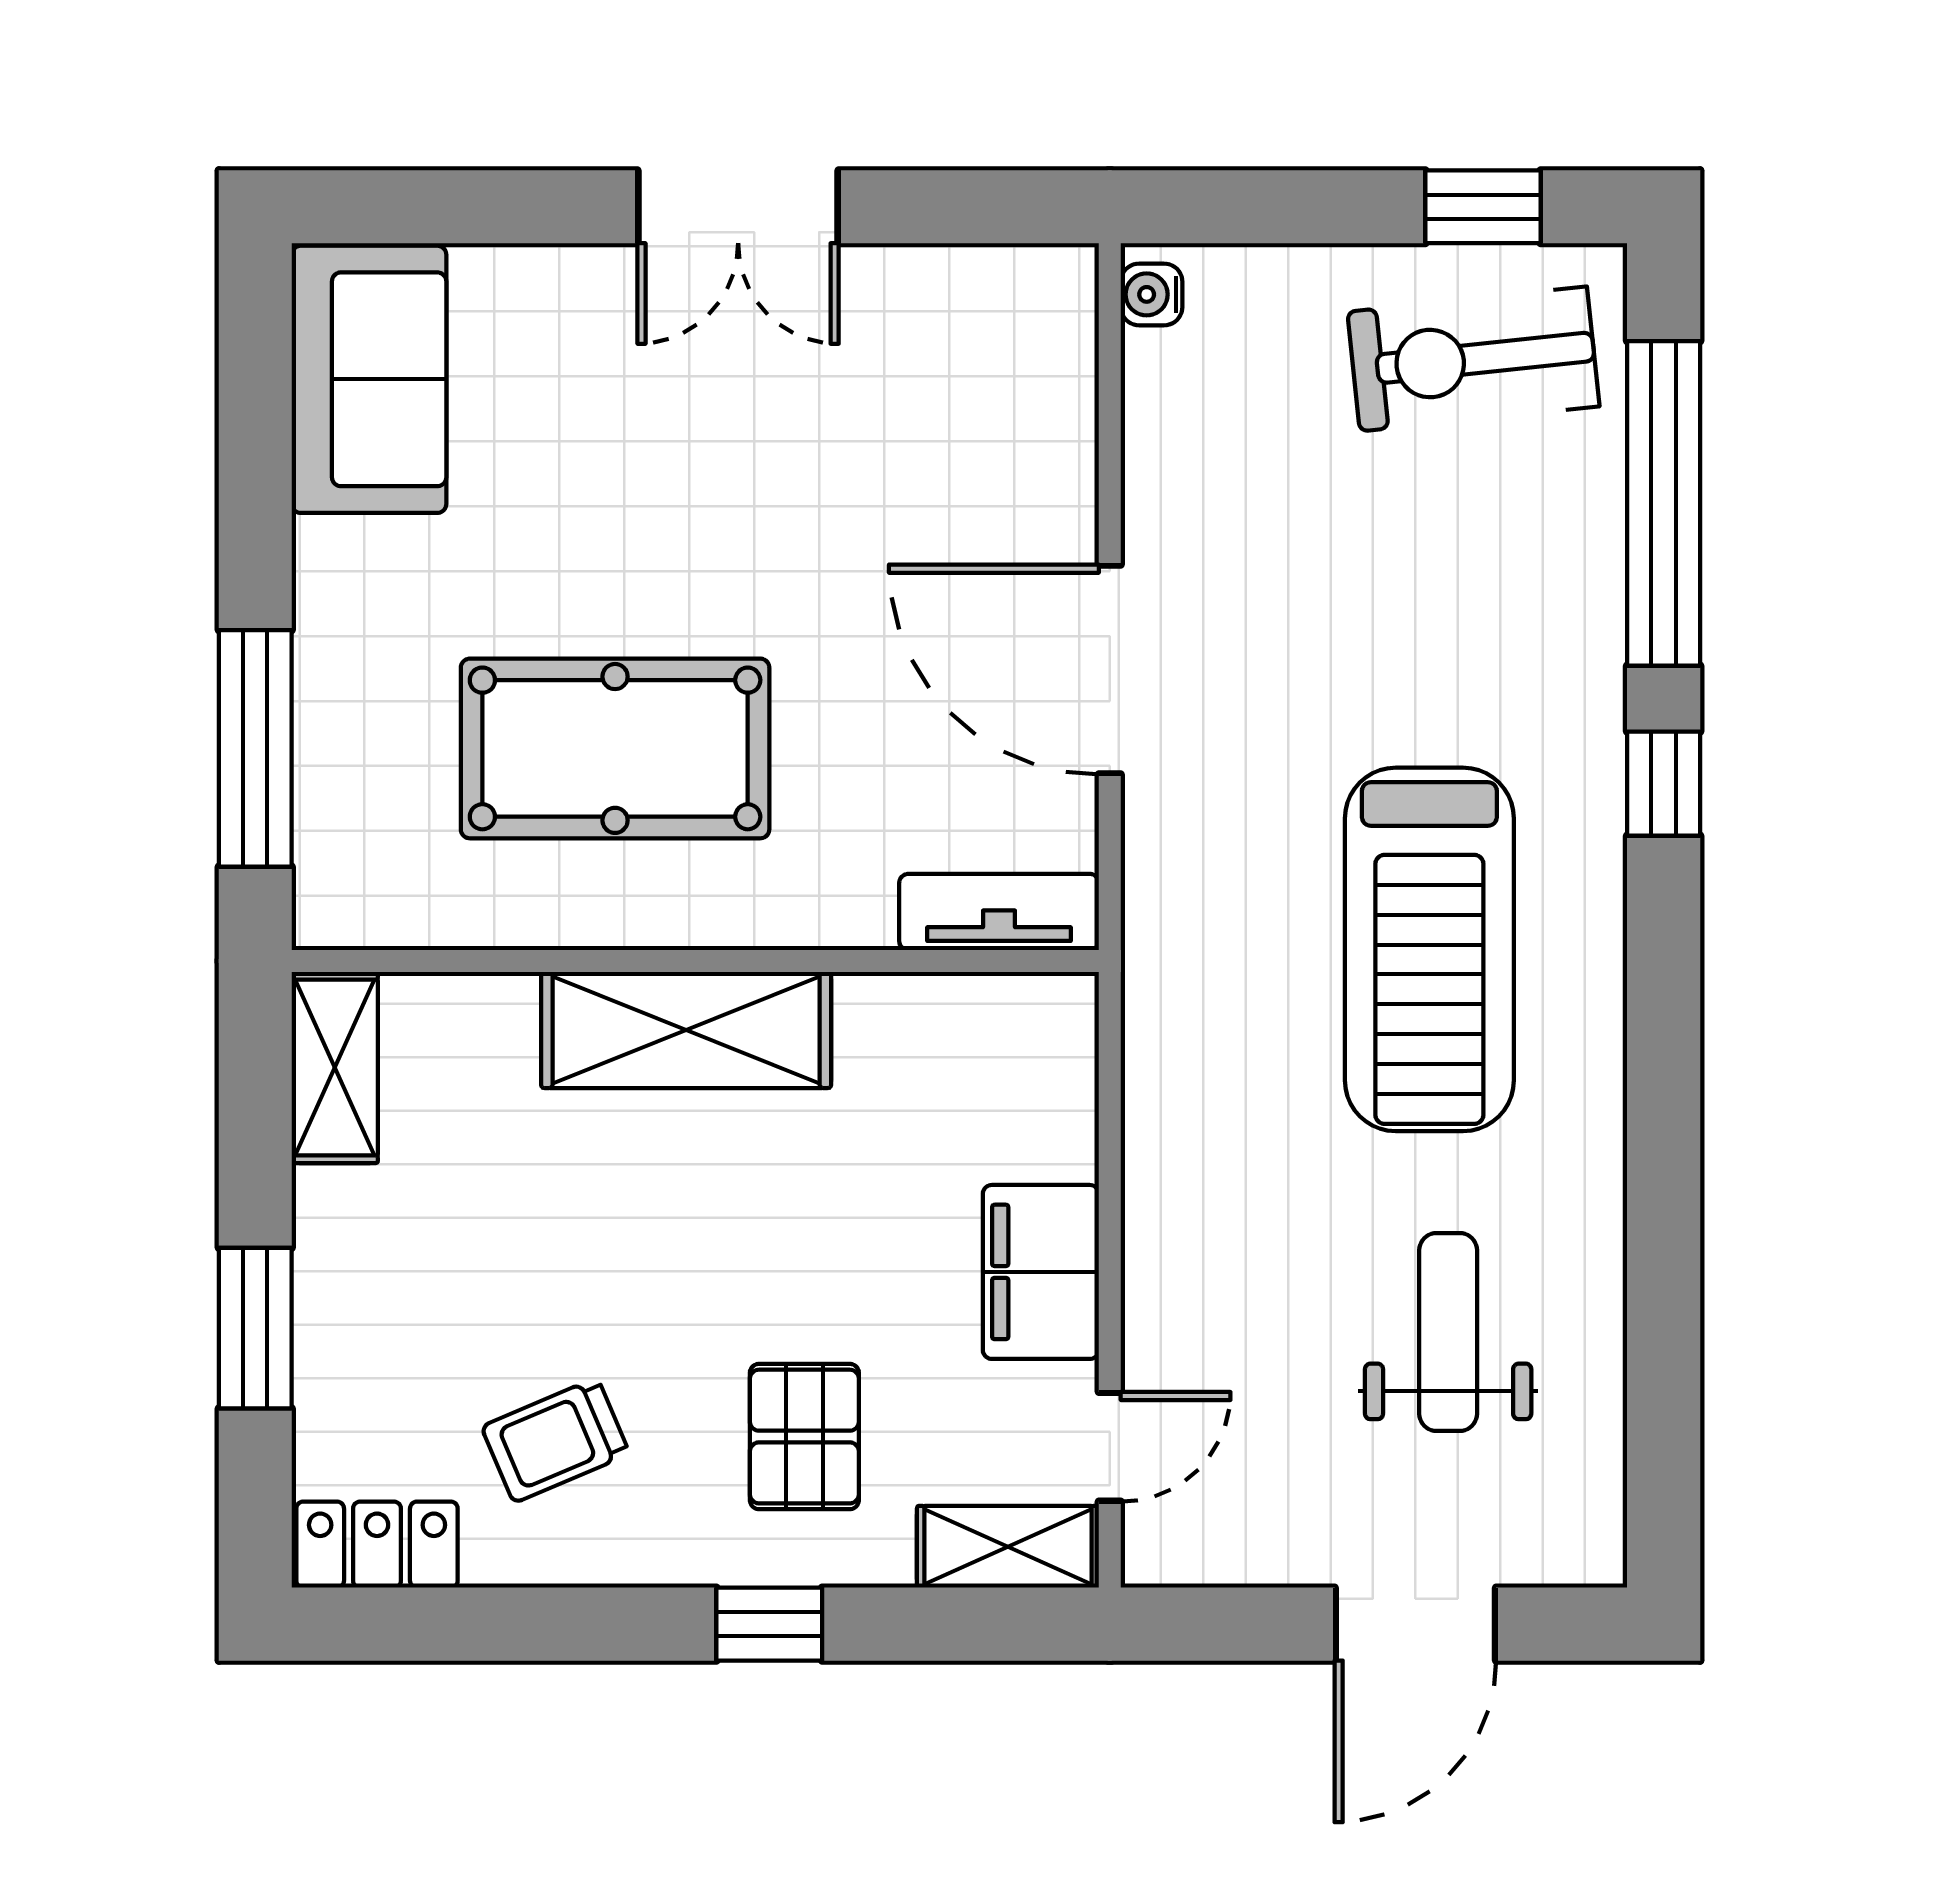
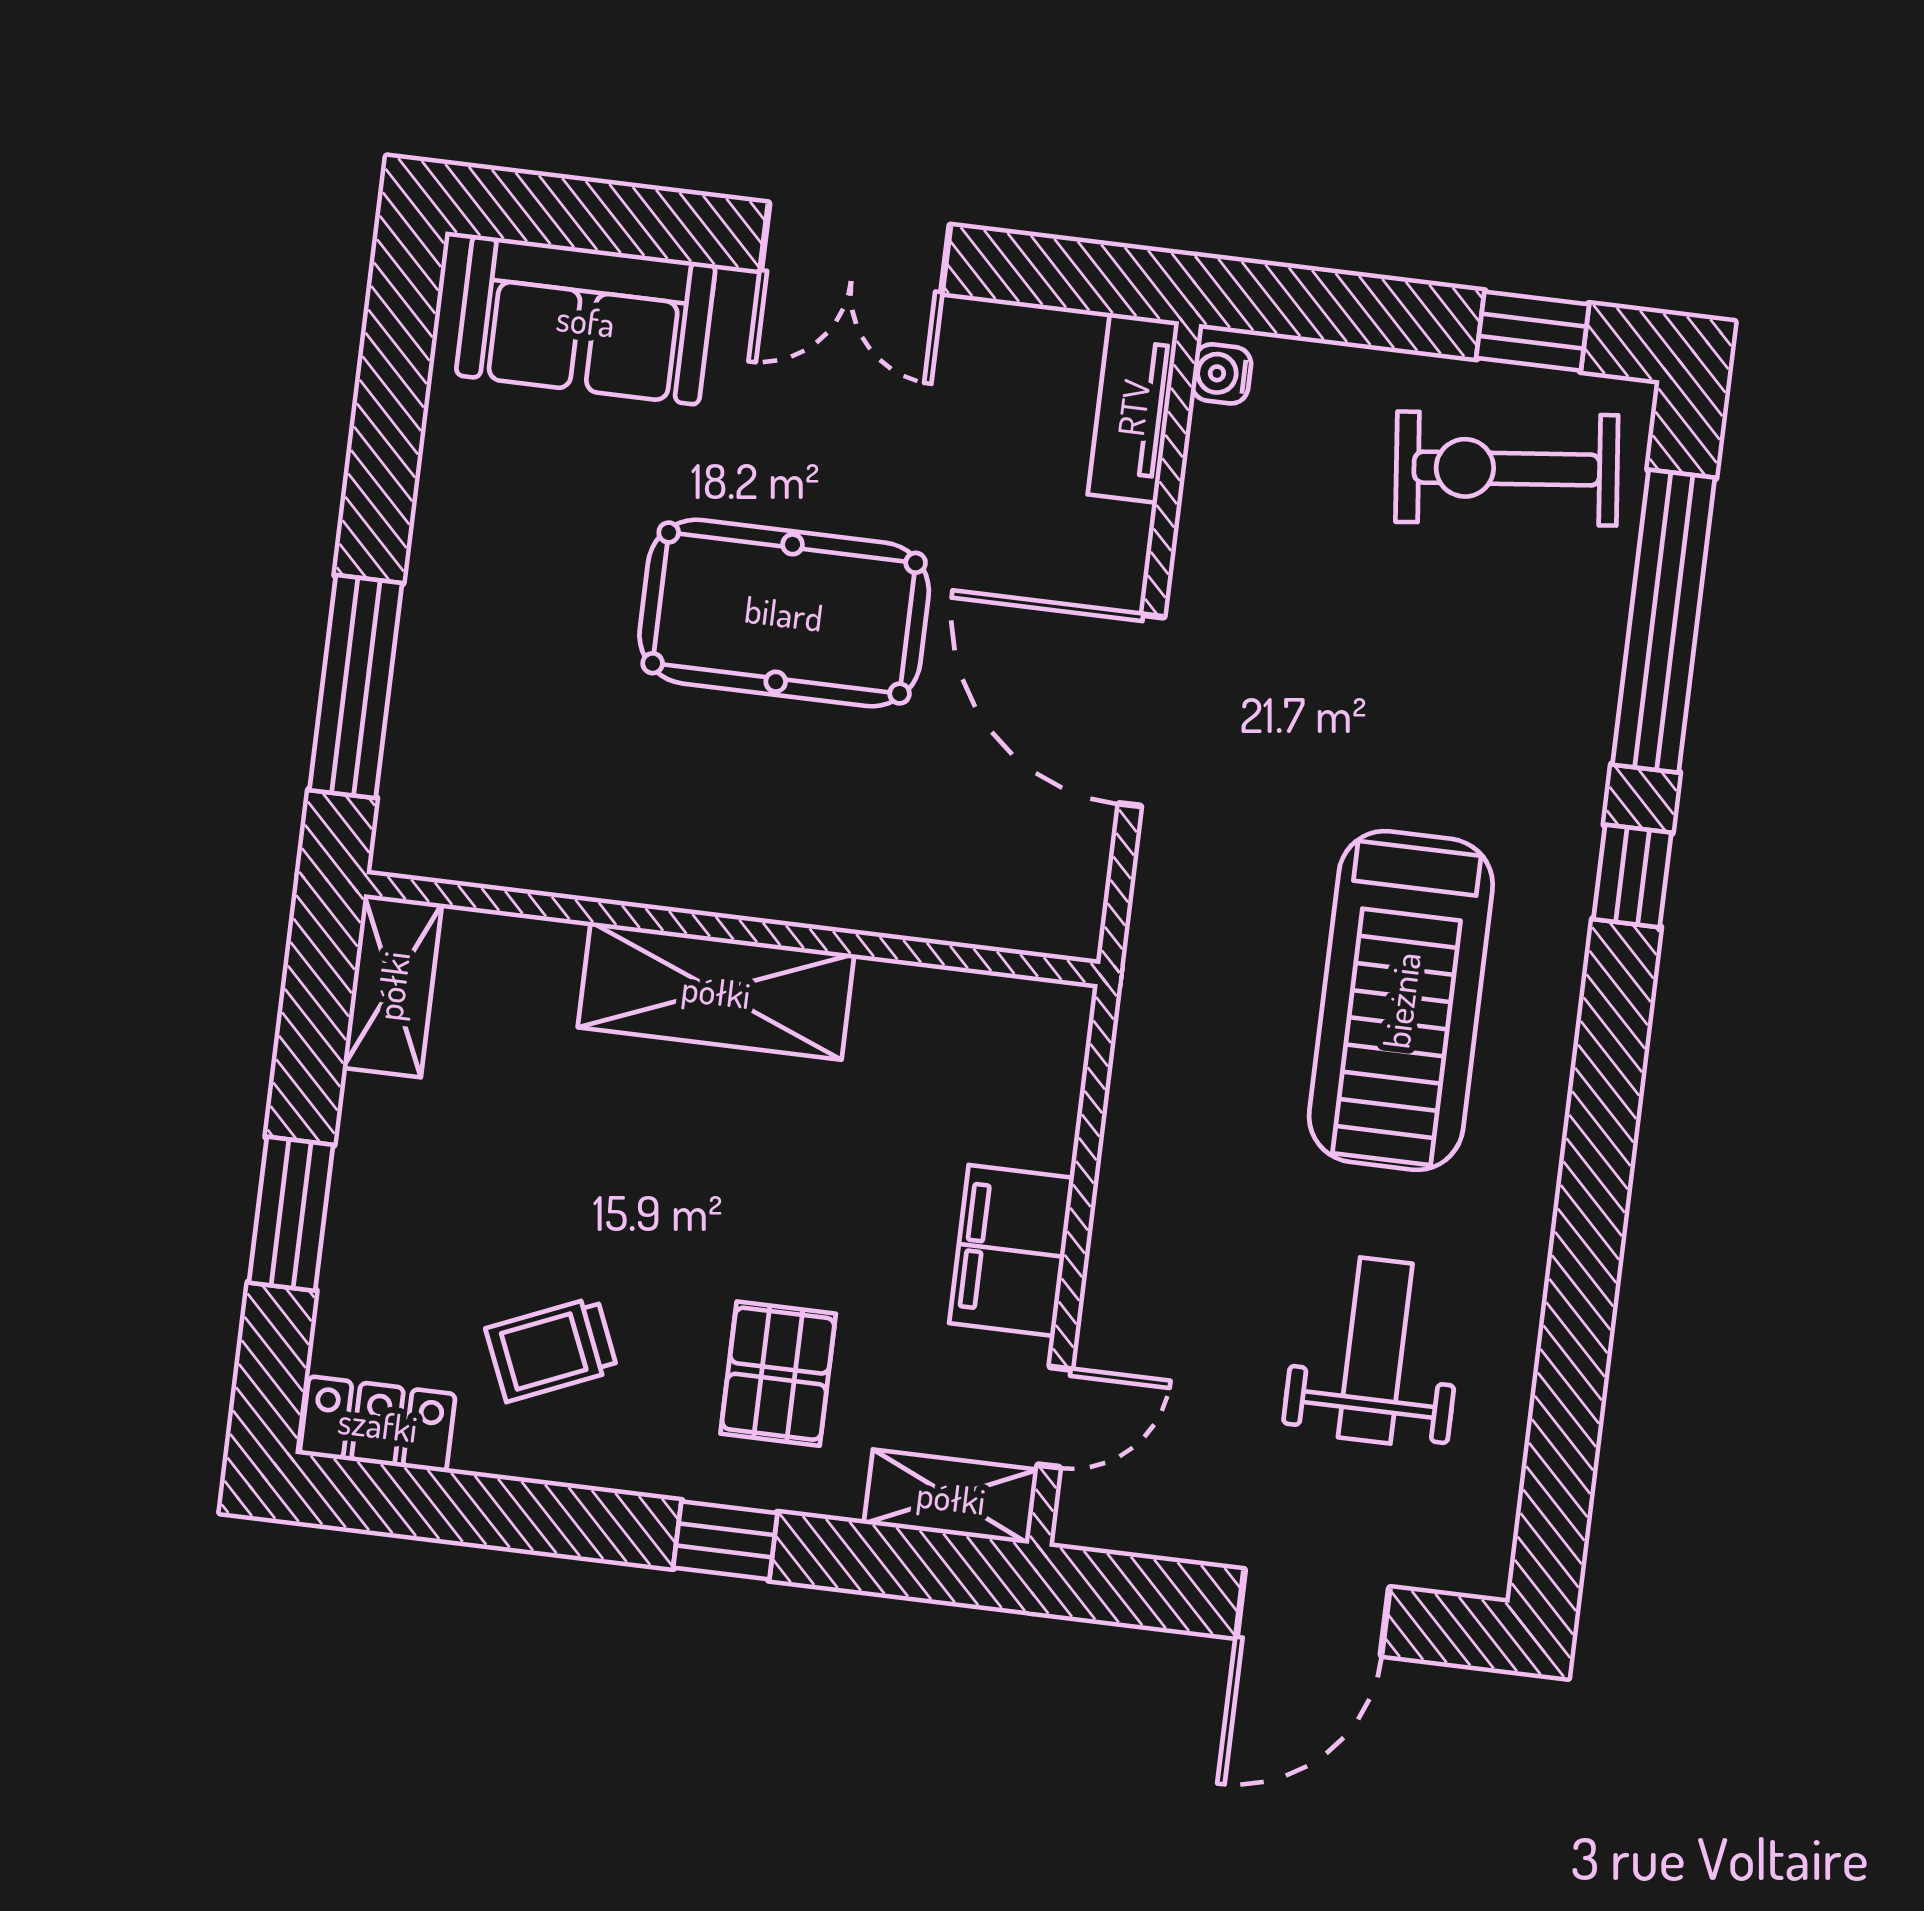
sofa: (369, 379) -> (586, 320), moved, turned 90
pool table: (615, 748) -> (784, 613), moved
tv unit: (999, 912) -> (1133, 408), moved, turned -90

